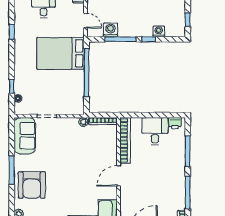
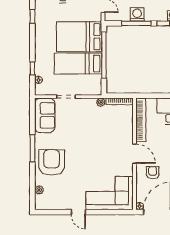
washing machine: (111, 30) -> (137, 14), moved
bed: (59, 81) -> (78, 64), added
door: (119, 176) -> (134, 154), swing flipped
armchair: (32, 185) -> (52, 162), turned 180
armchair: (137, 196) -> (153, 173), added

